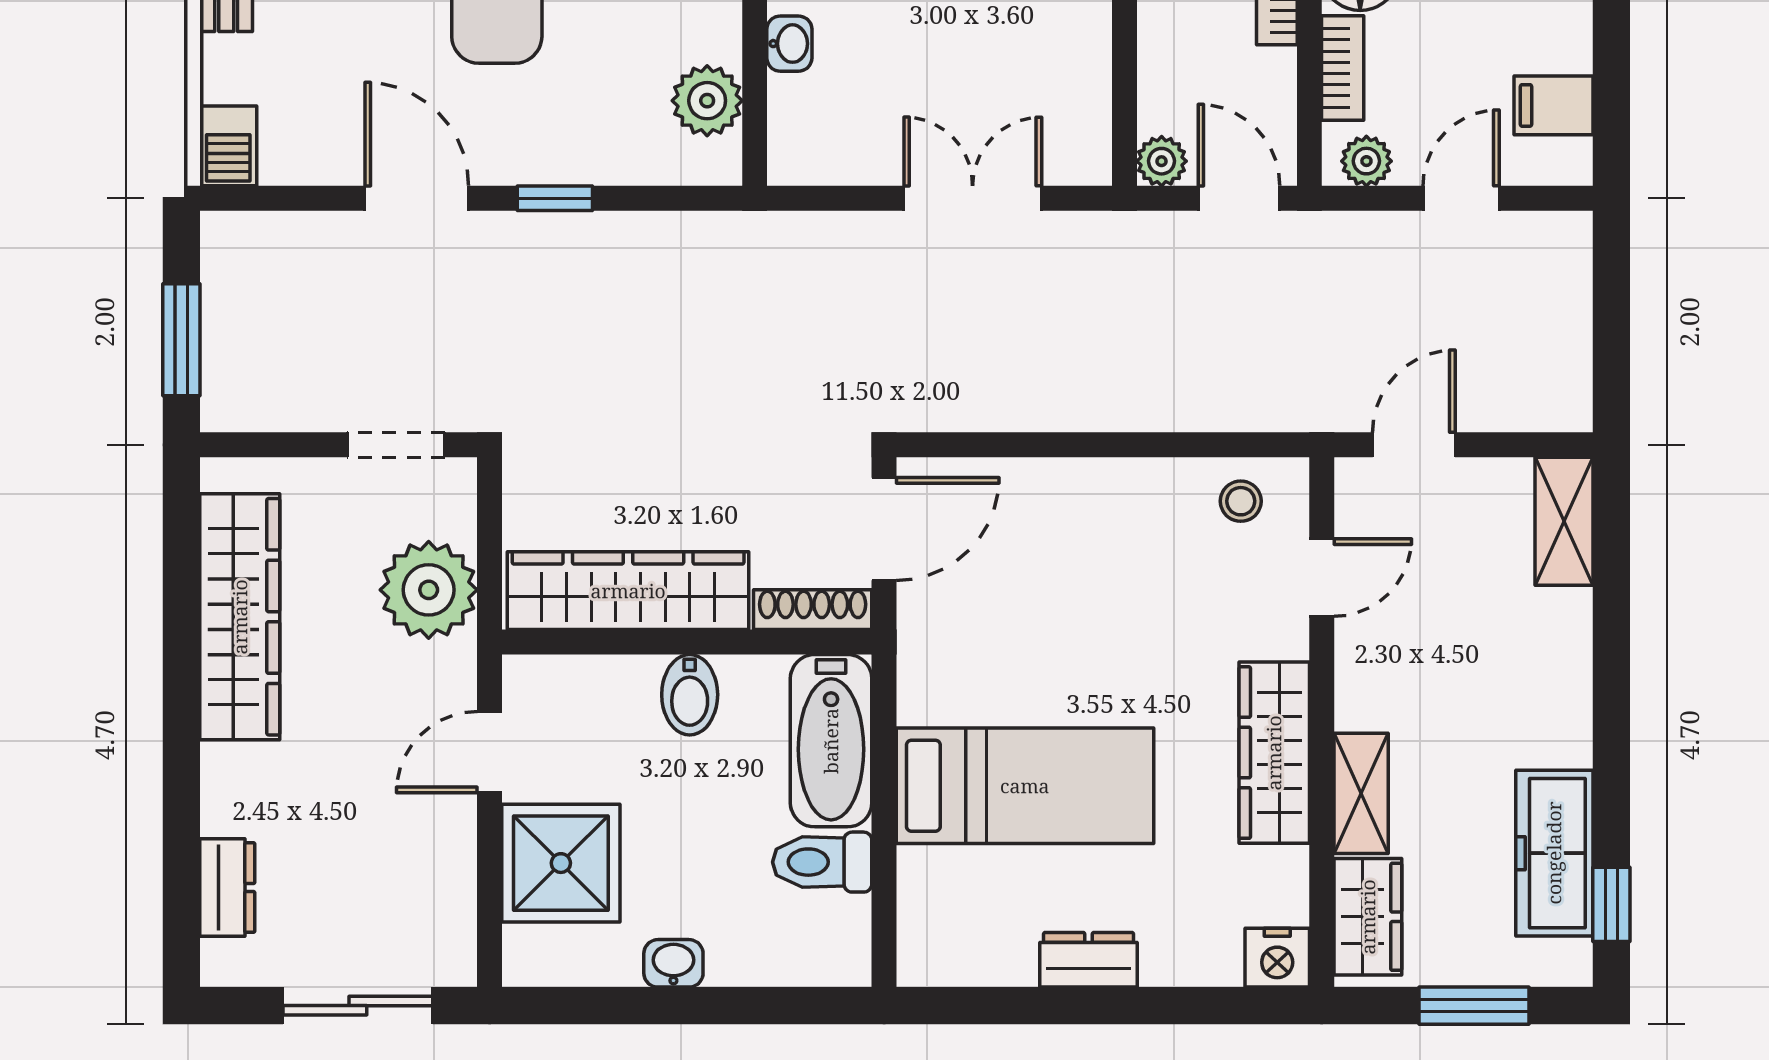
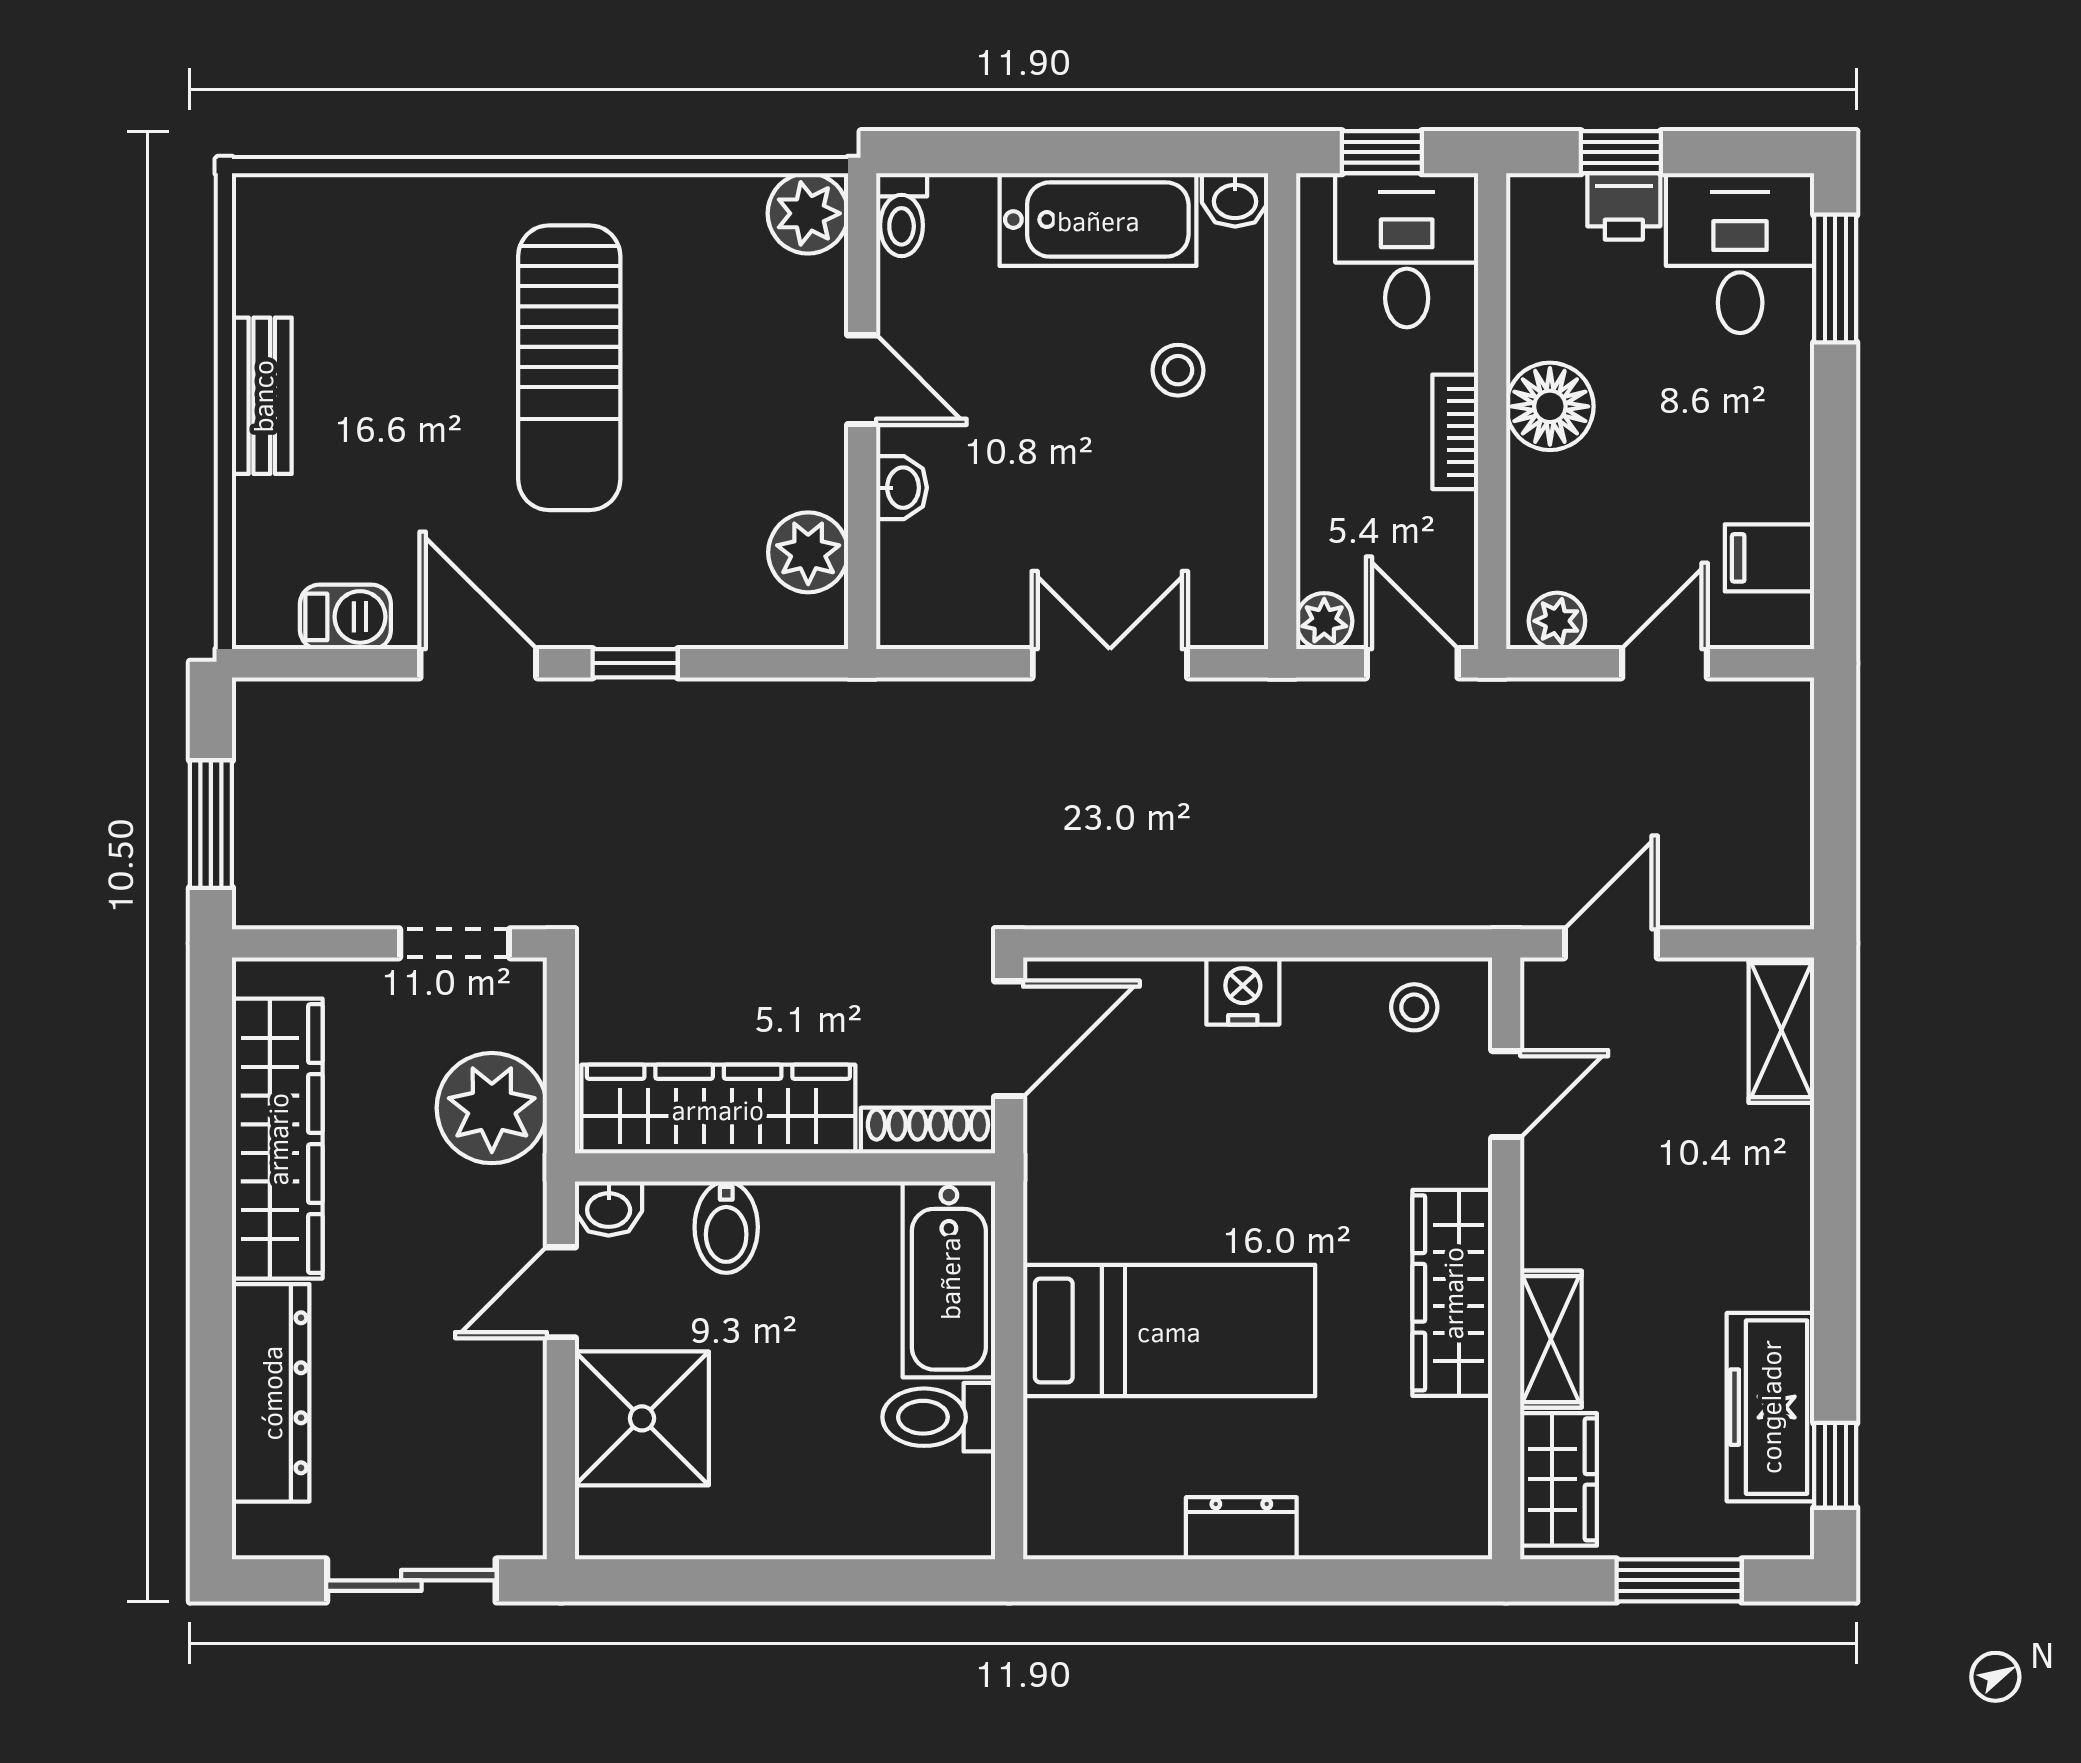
bookcase: (1343, 68) -> (1530, 515), removed
barbecue: (228, 146) -> (345, 617), moved, turned -90
bidet: (690, 695) -> (726, 1227), moved
dresser: (227, 888) -> (271, 1393), width x1.96, depth x1.24
nightstand: (1277, 958) -> (1243, 991), moved, turned 180
washbasin: (673, 963) -> (609, 1208), moved, turned 180

